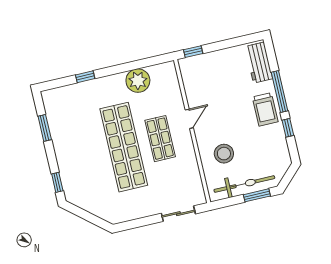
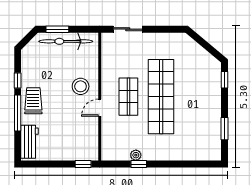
window: (85, 77) -> (139, 164), moved
plant: (138, 81) -> (136, 155), width x0.53, depth x0.53
stool: (224, 154) -> (81, 86), moved

